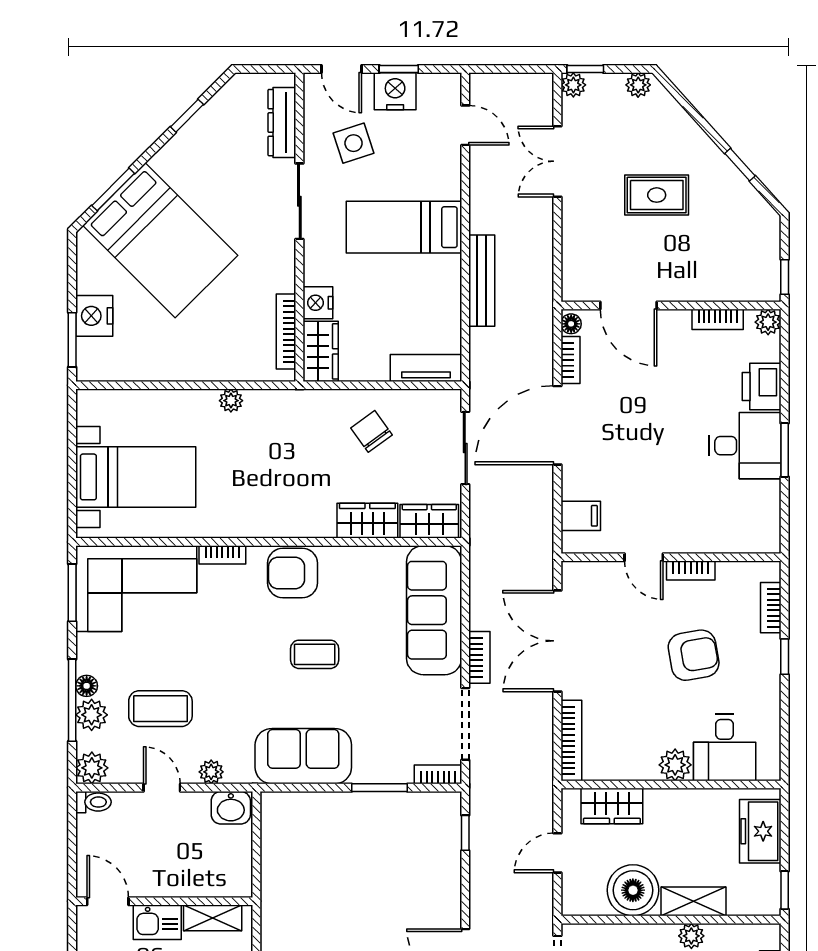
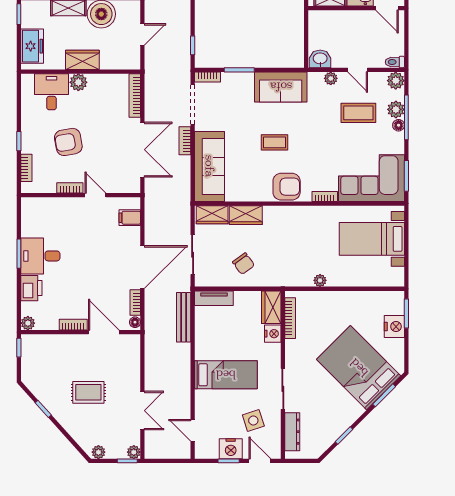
bench: (482, 281) -> (184, 317), moved
bookcase: (718, 319) -> (73, 325), moved
wardrobe: (612, 806) -> (82, 60), moved

